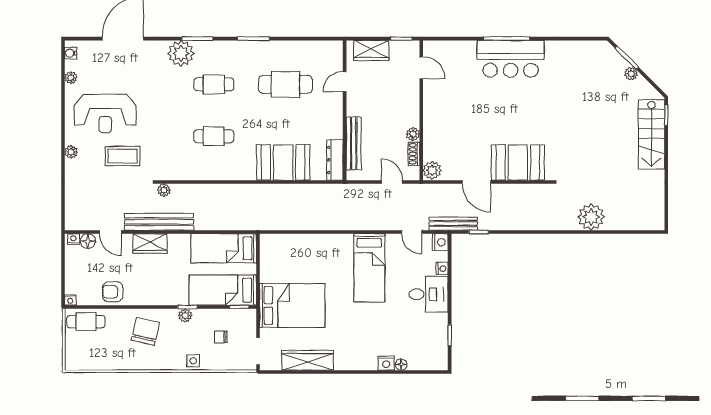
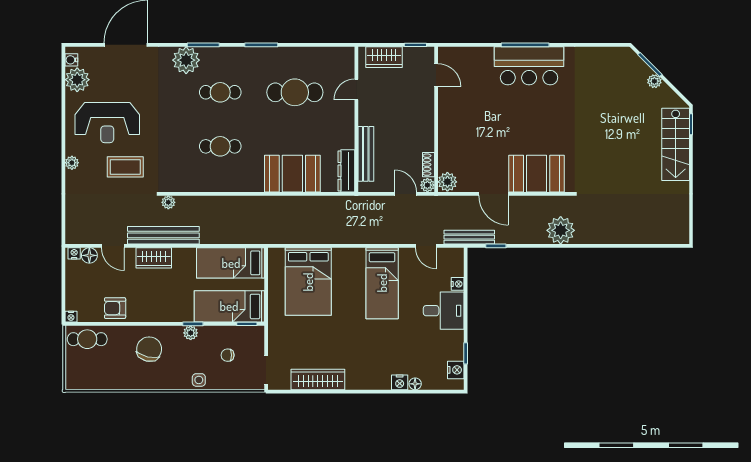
plant: (71, 78) -> (77, 80), width x1.88, depth x1.88
plant: (413, 134) -> (427, 185), moved
plant: (591, 217) -> (561, 230), moved
nightstand: (440, 242) -> (456, 370), moved
bed: (292, 305) -> (308, 282), moved, turned 90

